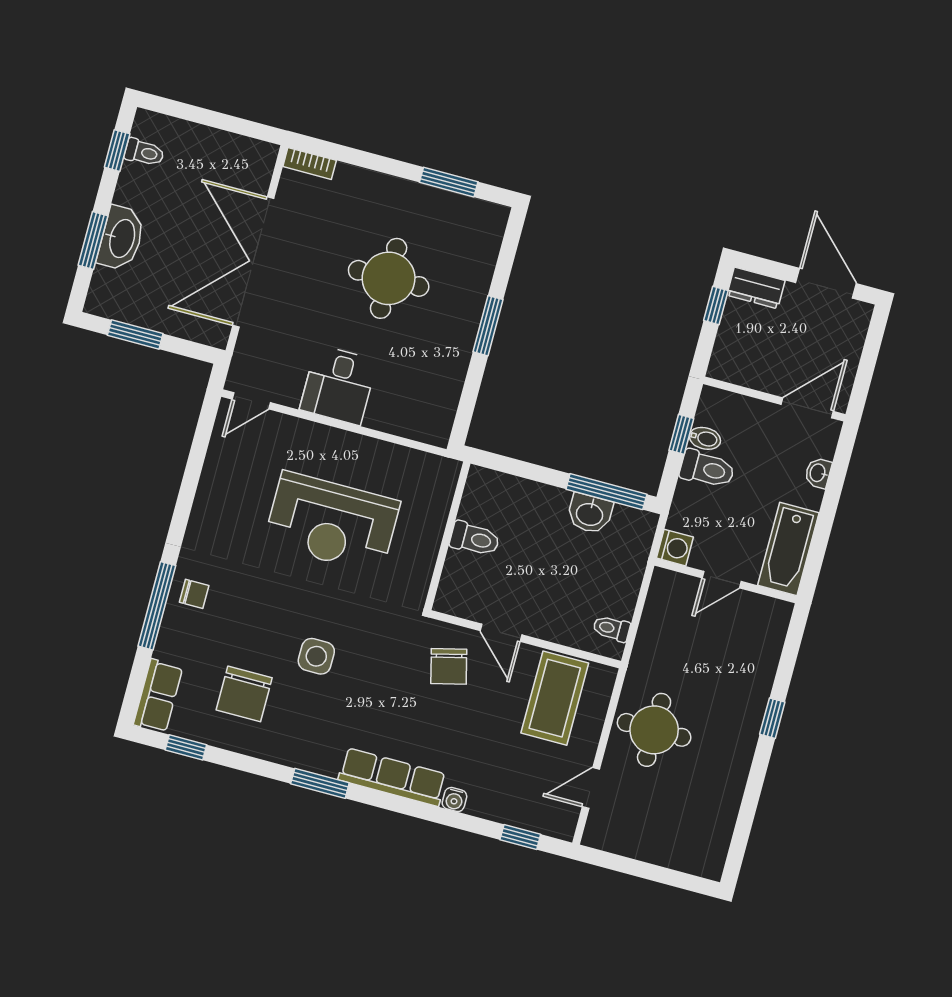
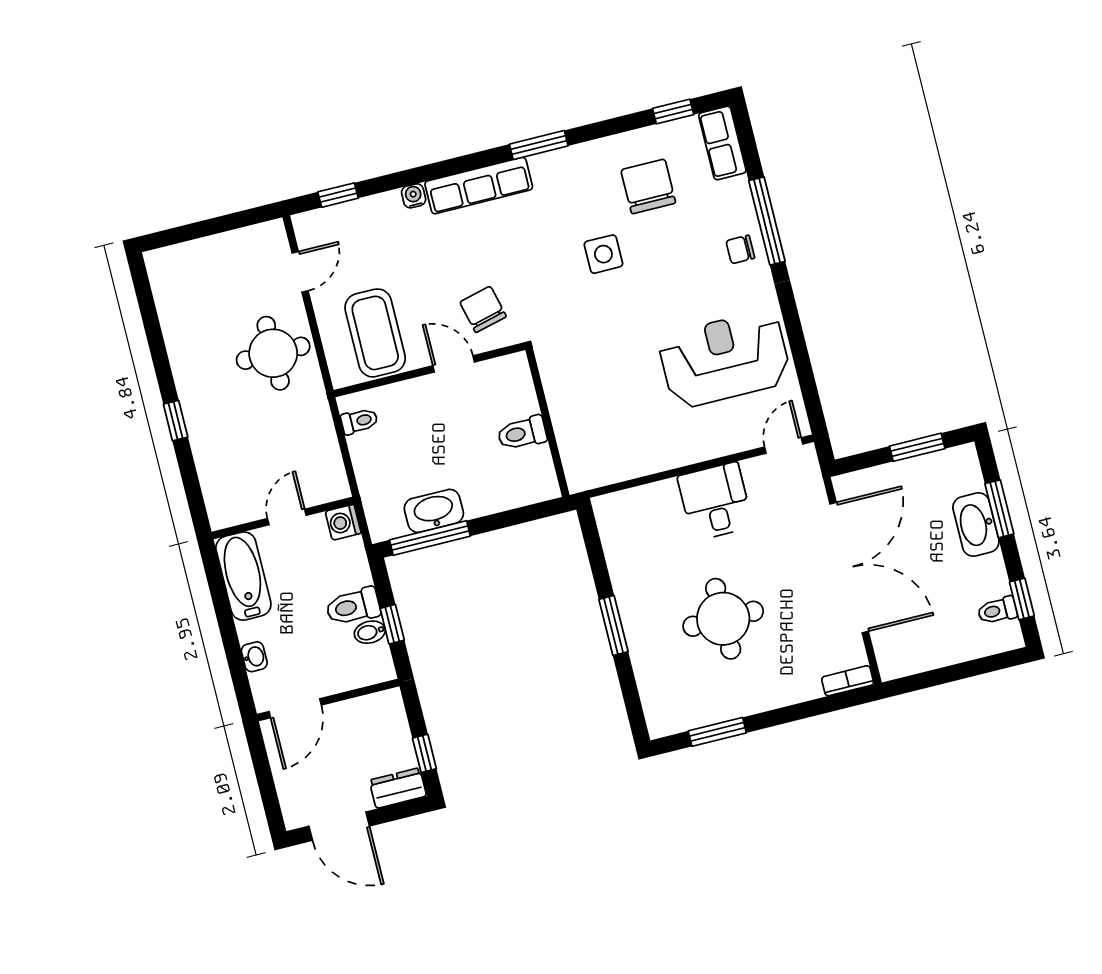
washbasin: (590, 513) -> (434, 511), width x1.38
reception desk: (332, 523) -> (725, 359), moved

